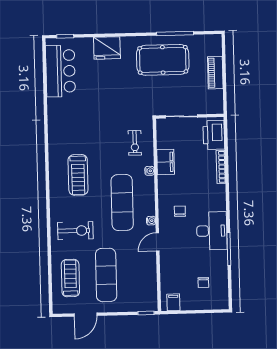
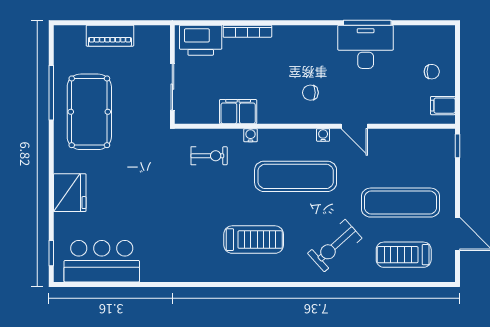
exercise bike: (75, 231) -> (335, 246), turned -132
desk: (212, 231) -> (366, 47), moved
chair: (203, 282) -> (432, 72), moved

